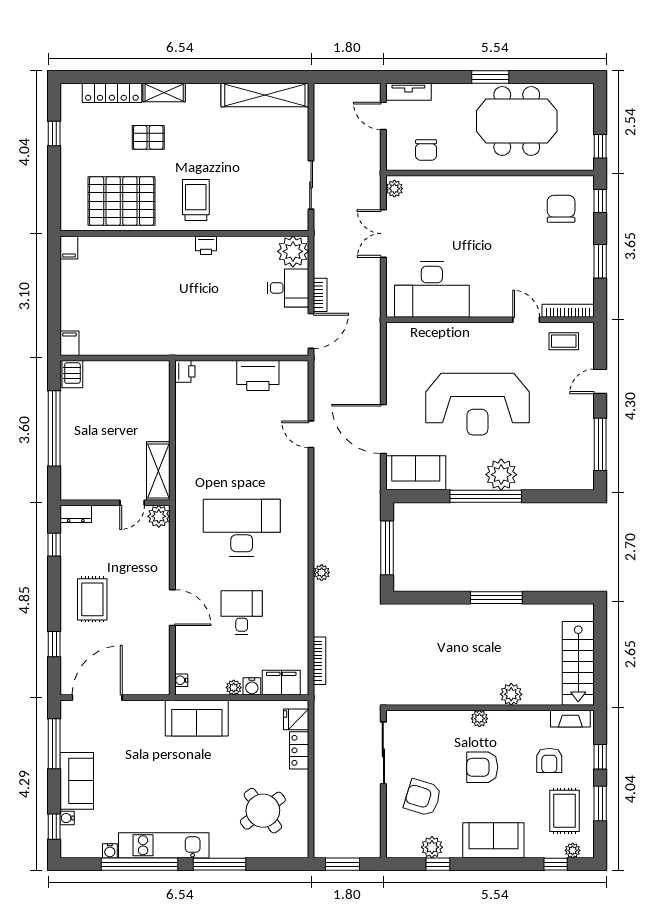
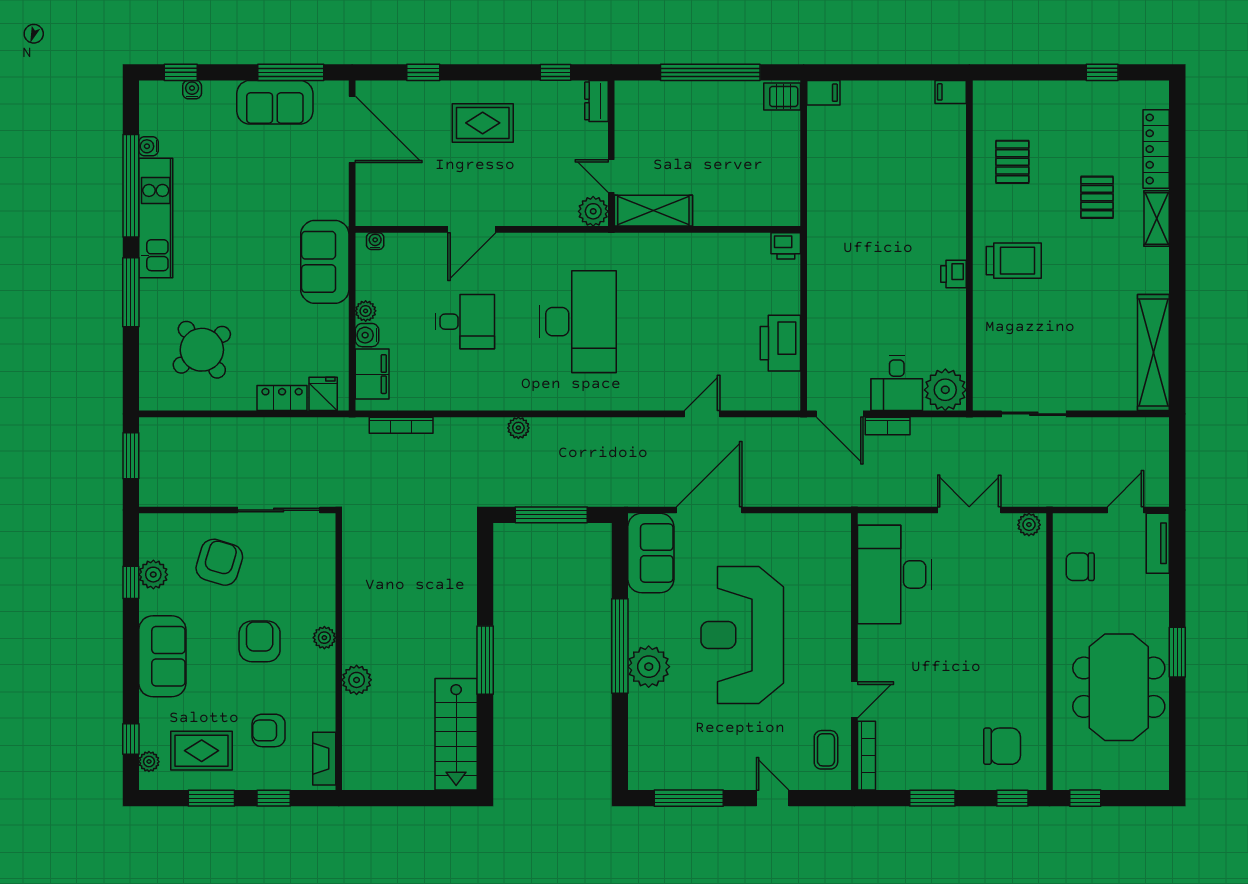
pallet: (122, 201) -> (1012, 162), width x0.49, depth x0.50
stairs: (578, 663) -> (456, 734), moved, turned -90
sofa: (77, 781) -> (275, 102), moved

